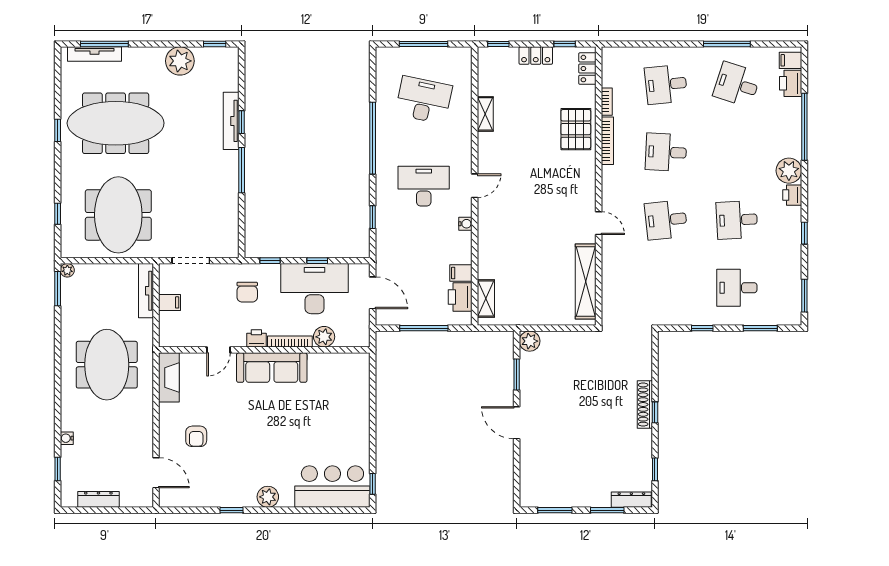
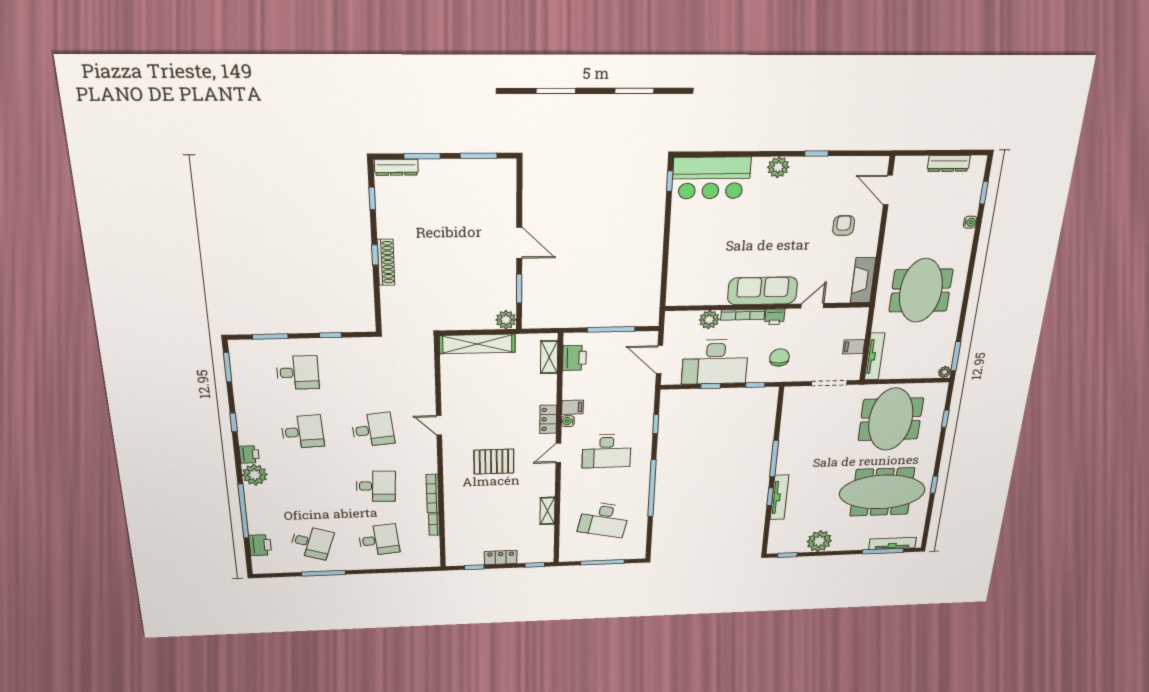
filing cabinet: (790, 60) -> (262, 563), removed
locker: (587, 69) -> (548, 419), moved, turned 180
pallet: (576, 129) -> (494, 462), moved, turned 90
filing cabinet: (461, 273) -> (573, 407), moved
shelving: (586, 282) -> (477, 344), moved, turned 90

